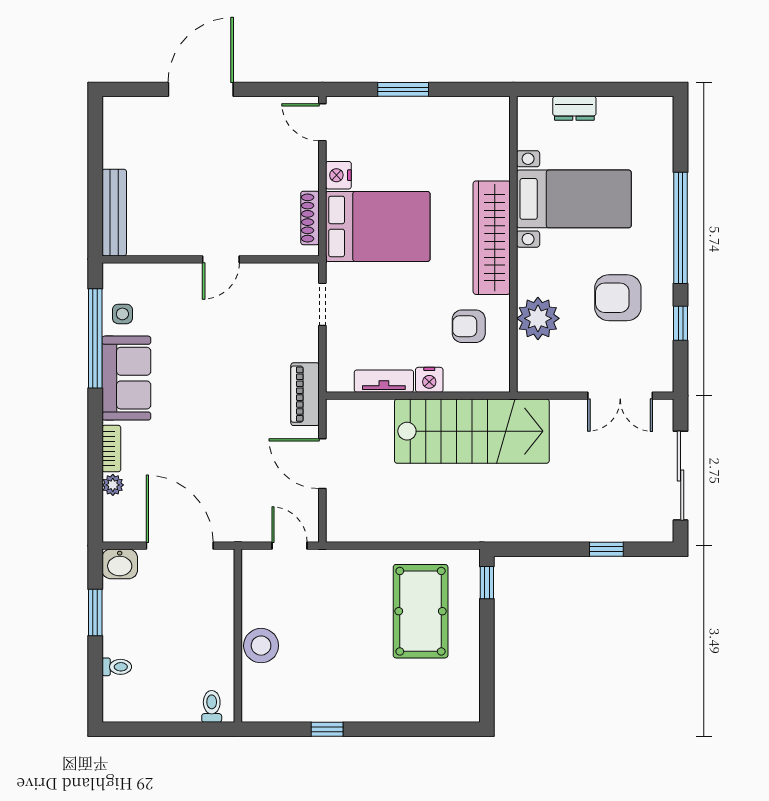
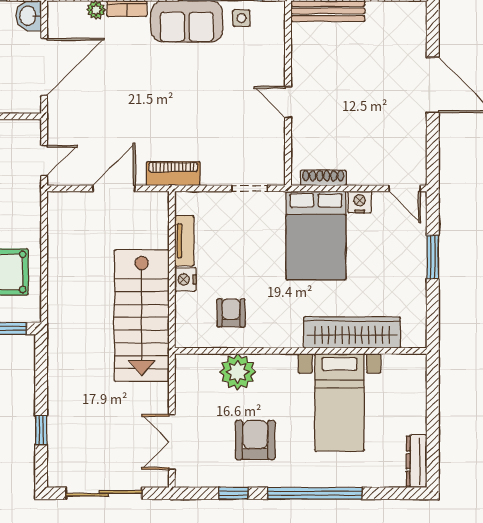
dresser: (574, 108) -> (417, 461), moved, width x1.44
door: (322, 122) -> (405, 188), swing flipped
wardrobe: (492, 238) -> (352, 332), moved

